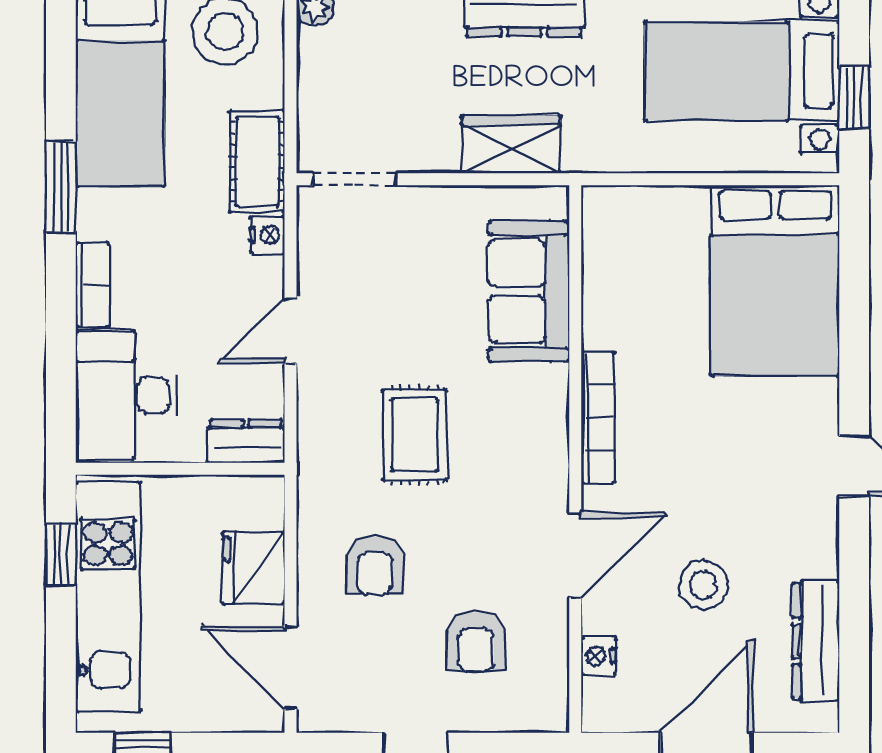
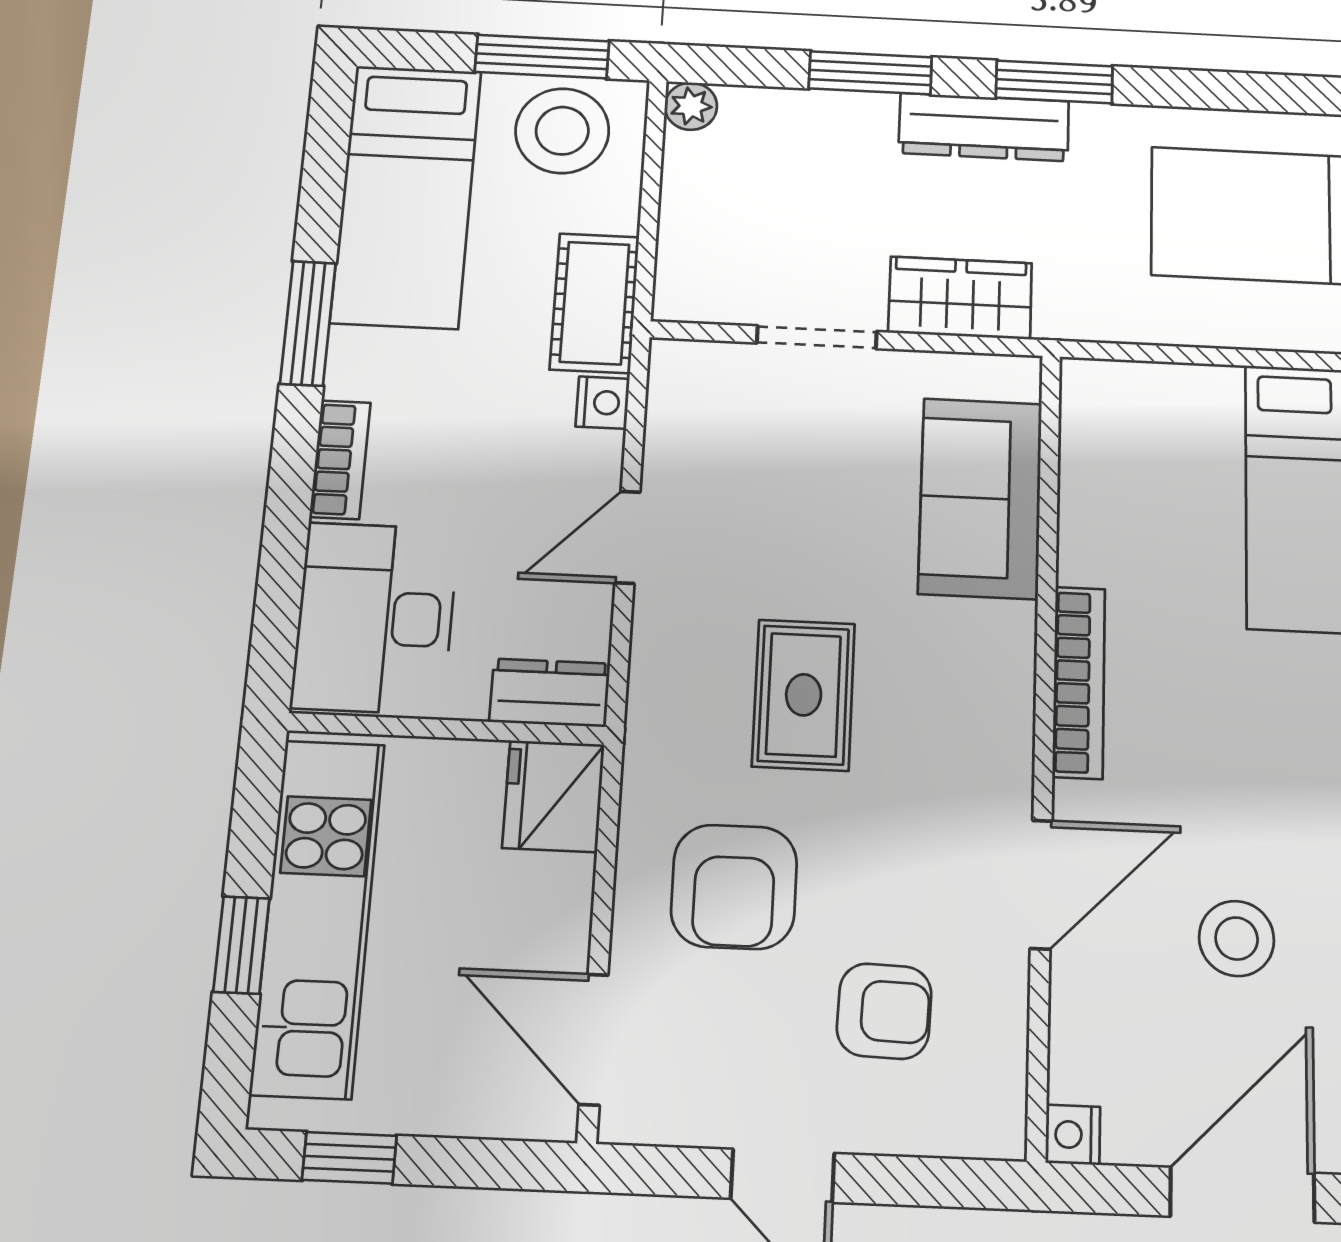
doorway: (354, 179) -> (817, 337), moved
window: (61, 555) -> (241, 945), moved
armchair: (375, 565) -> (734, 887), width x1.38, depth x1.38
fridge: (254, 568) -> (554, 796), moved
armchair: (476, 642) -> (884, 1011), turned -88
nightstand: (598, 656) -> (1073, 1135), moved

